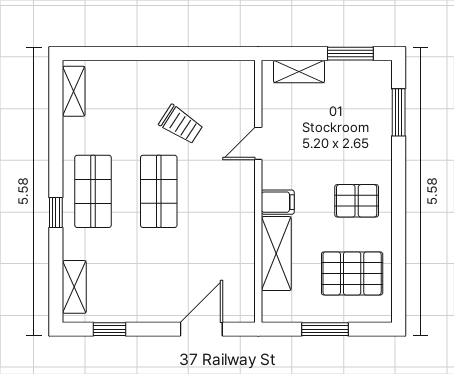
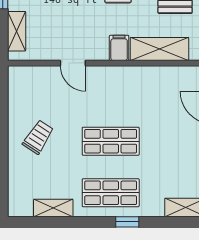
shelving: (74, 91) -> (53, 208), moved
trolley: (181, 124) -> (38, 137), moved

